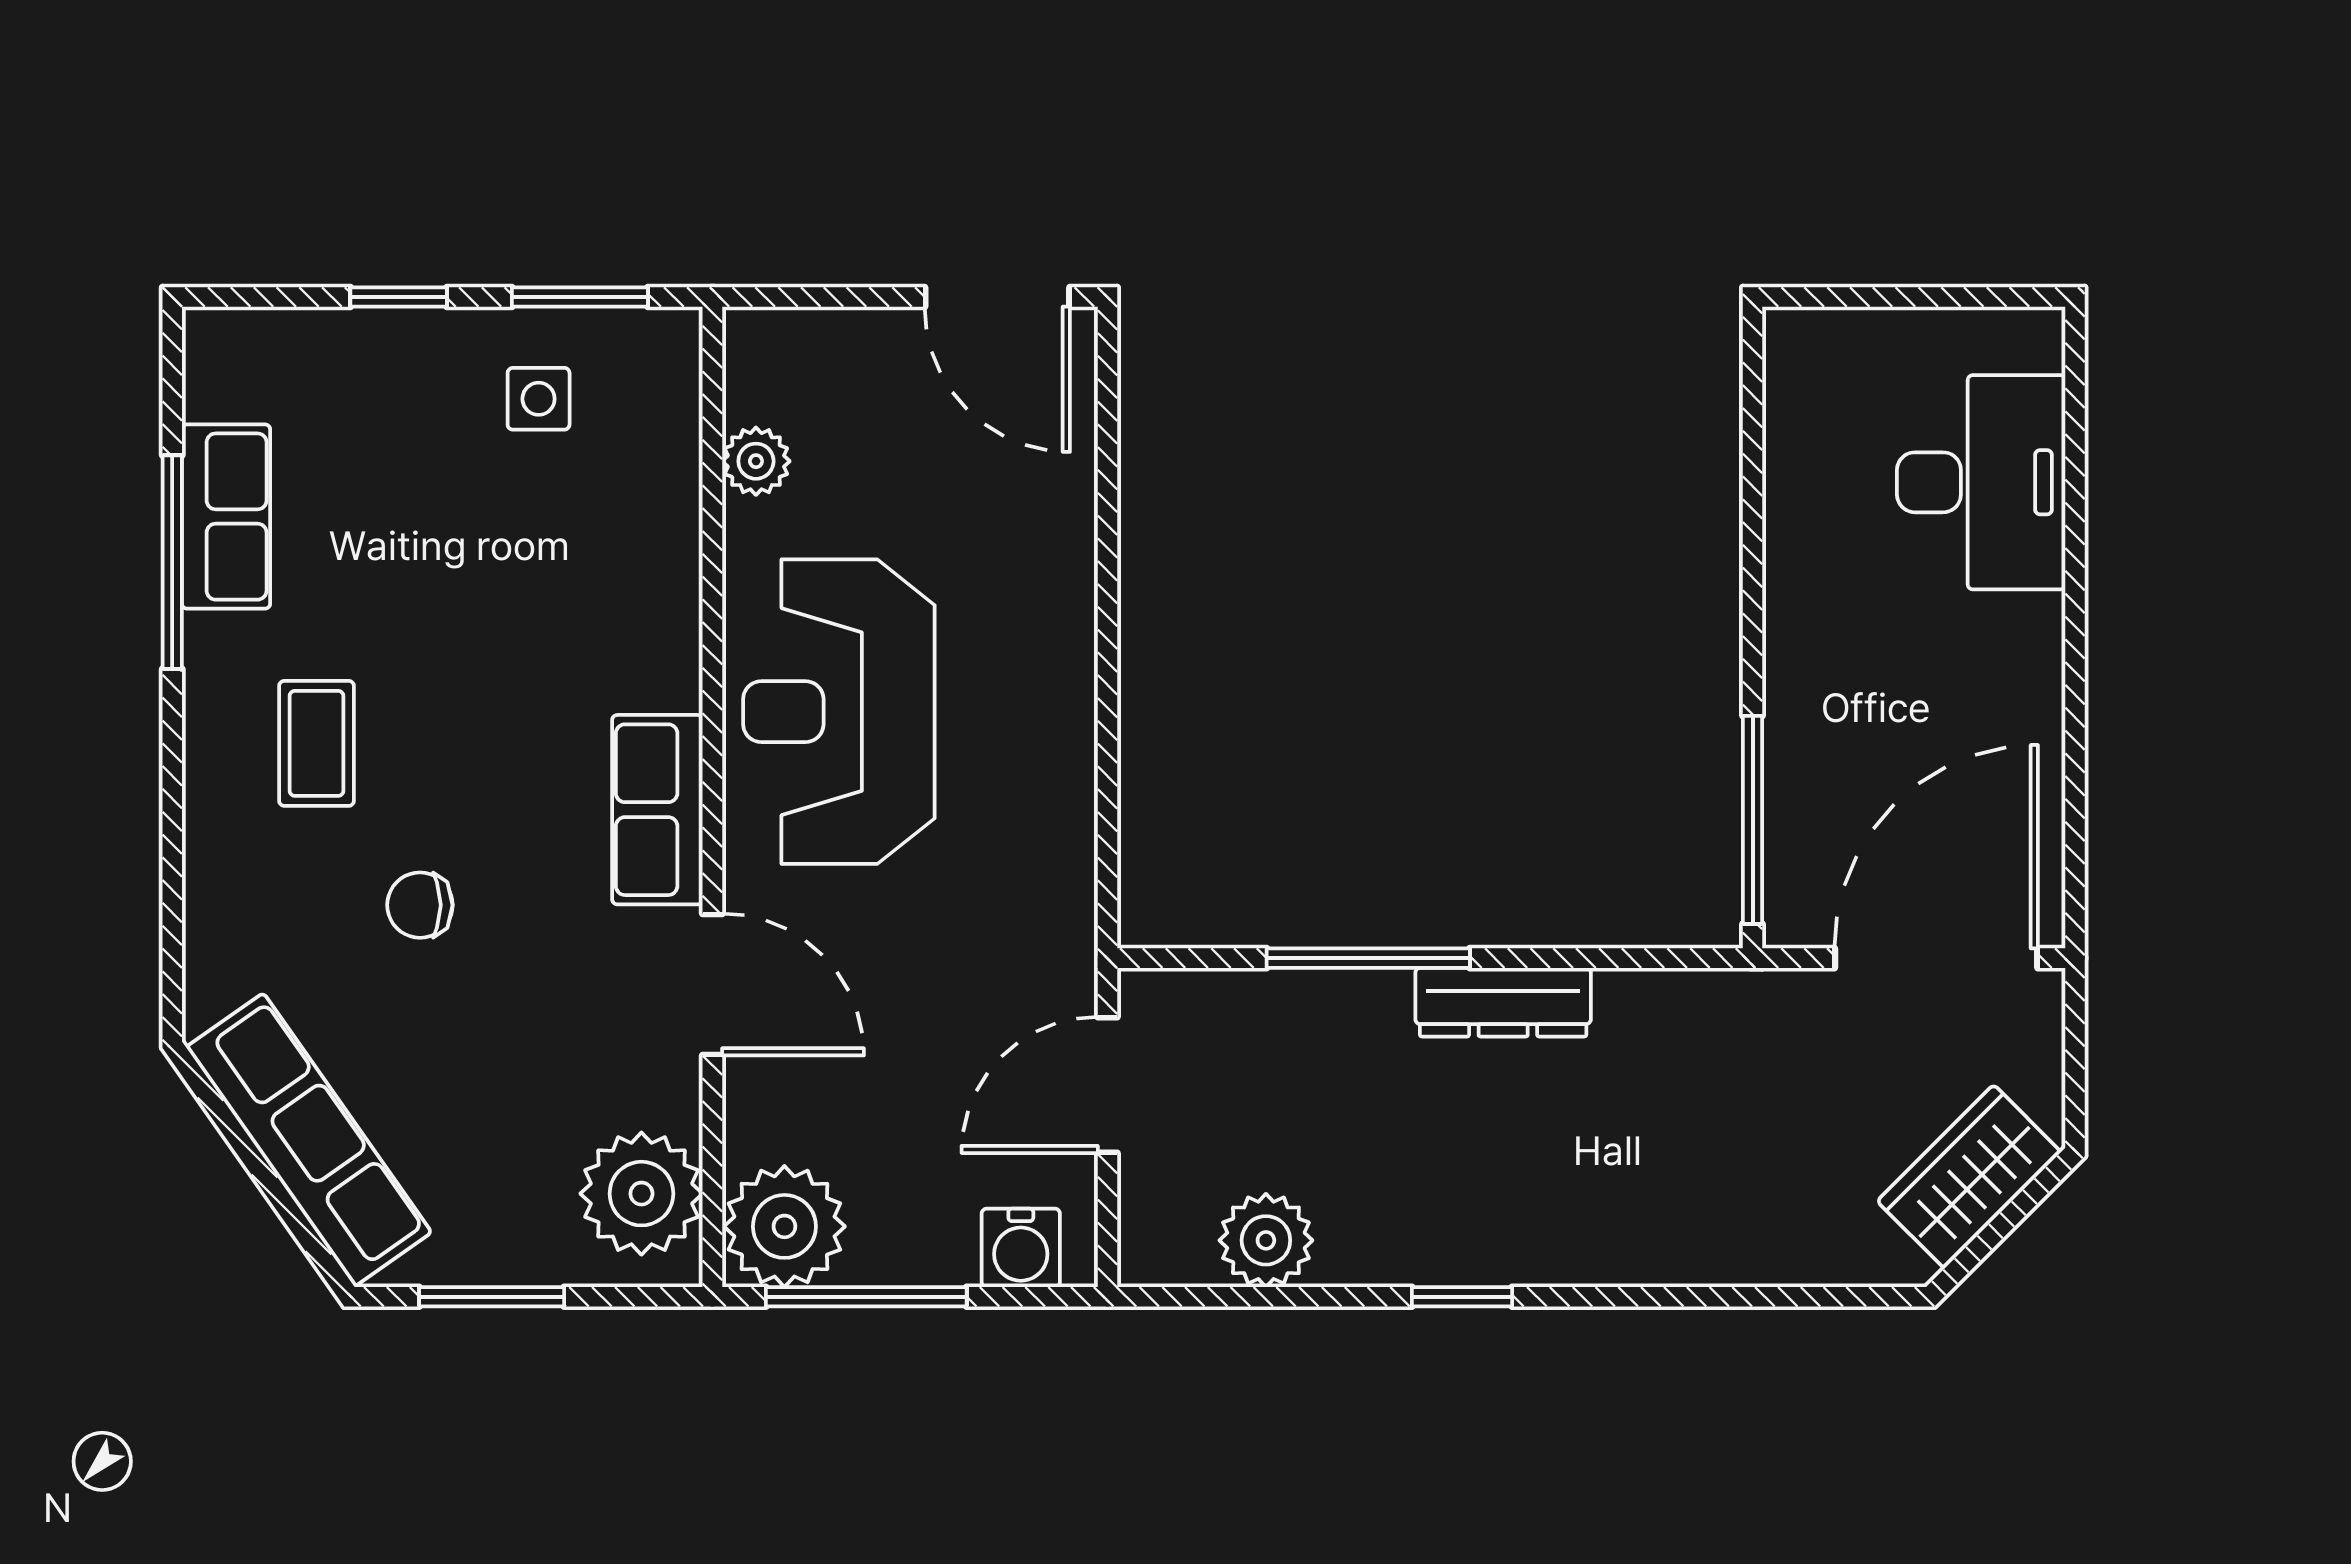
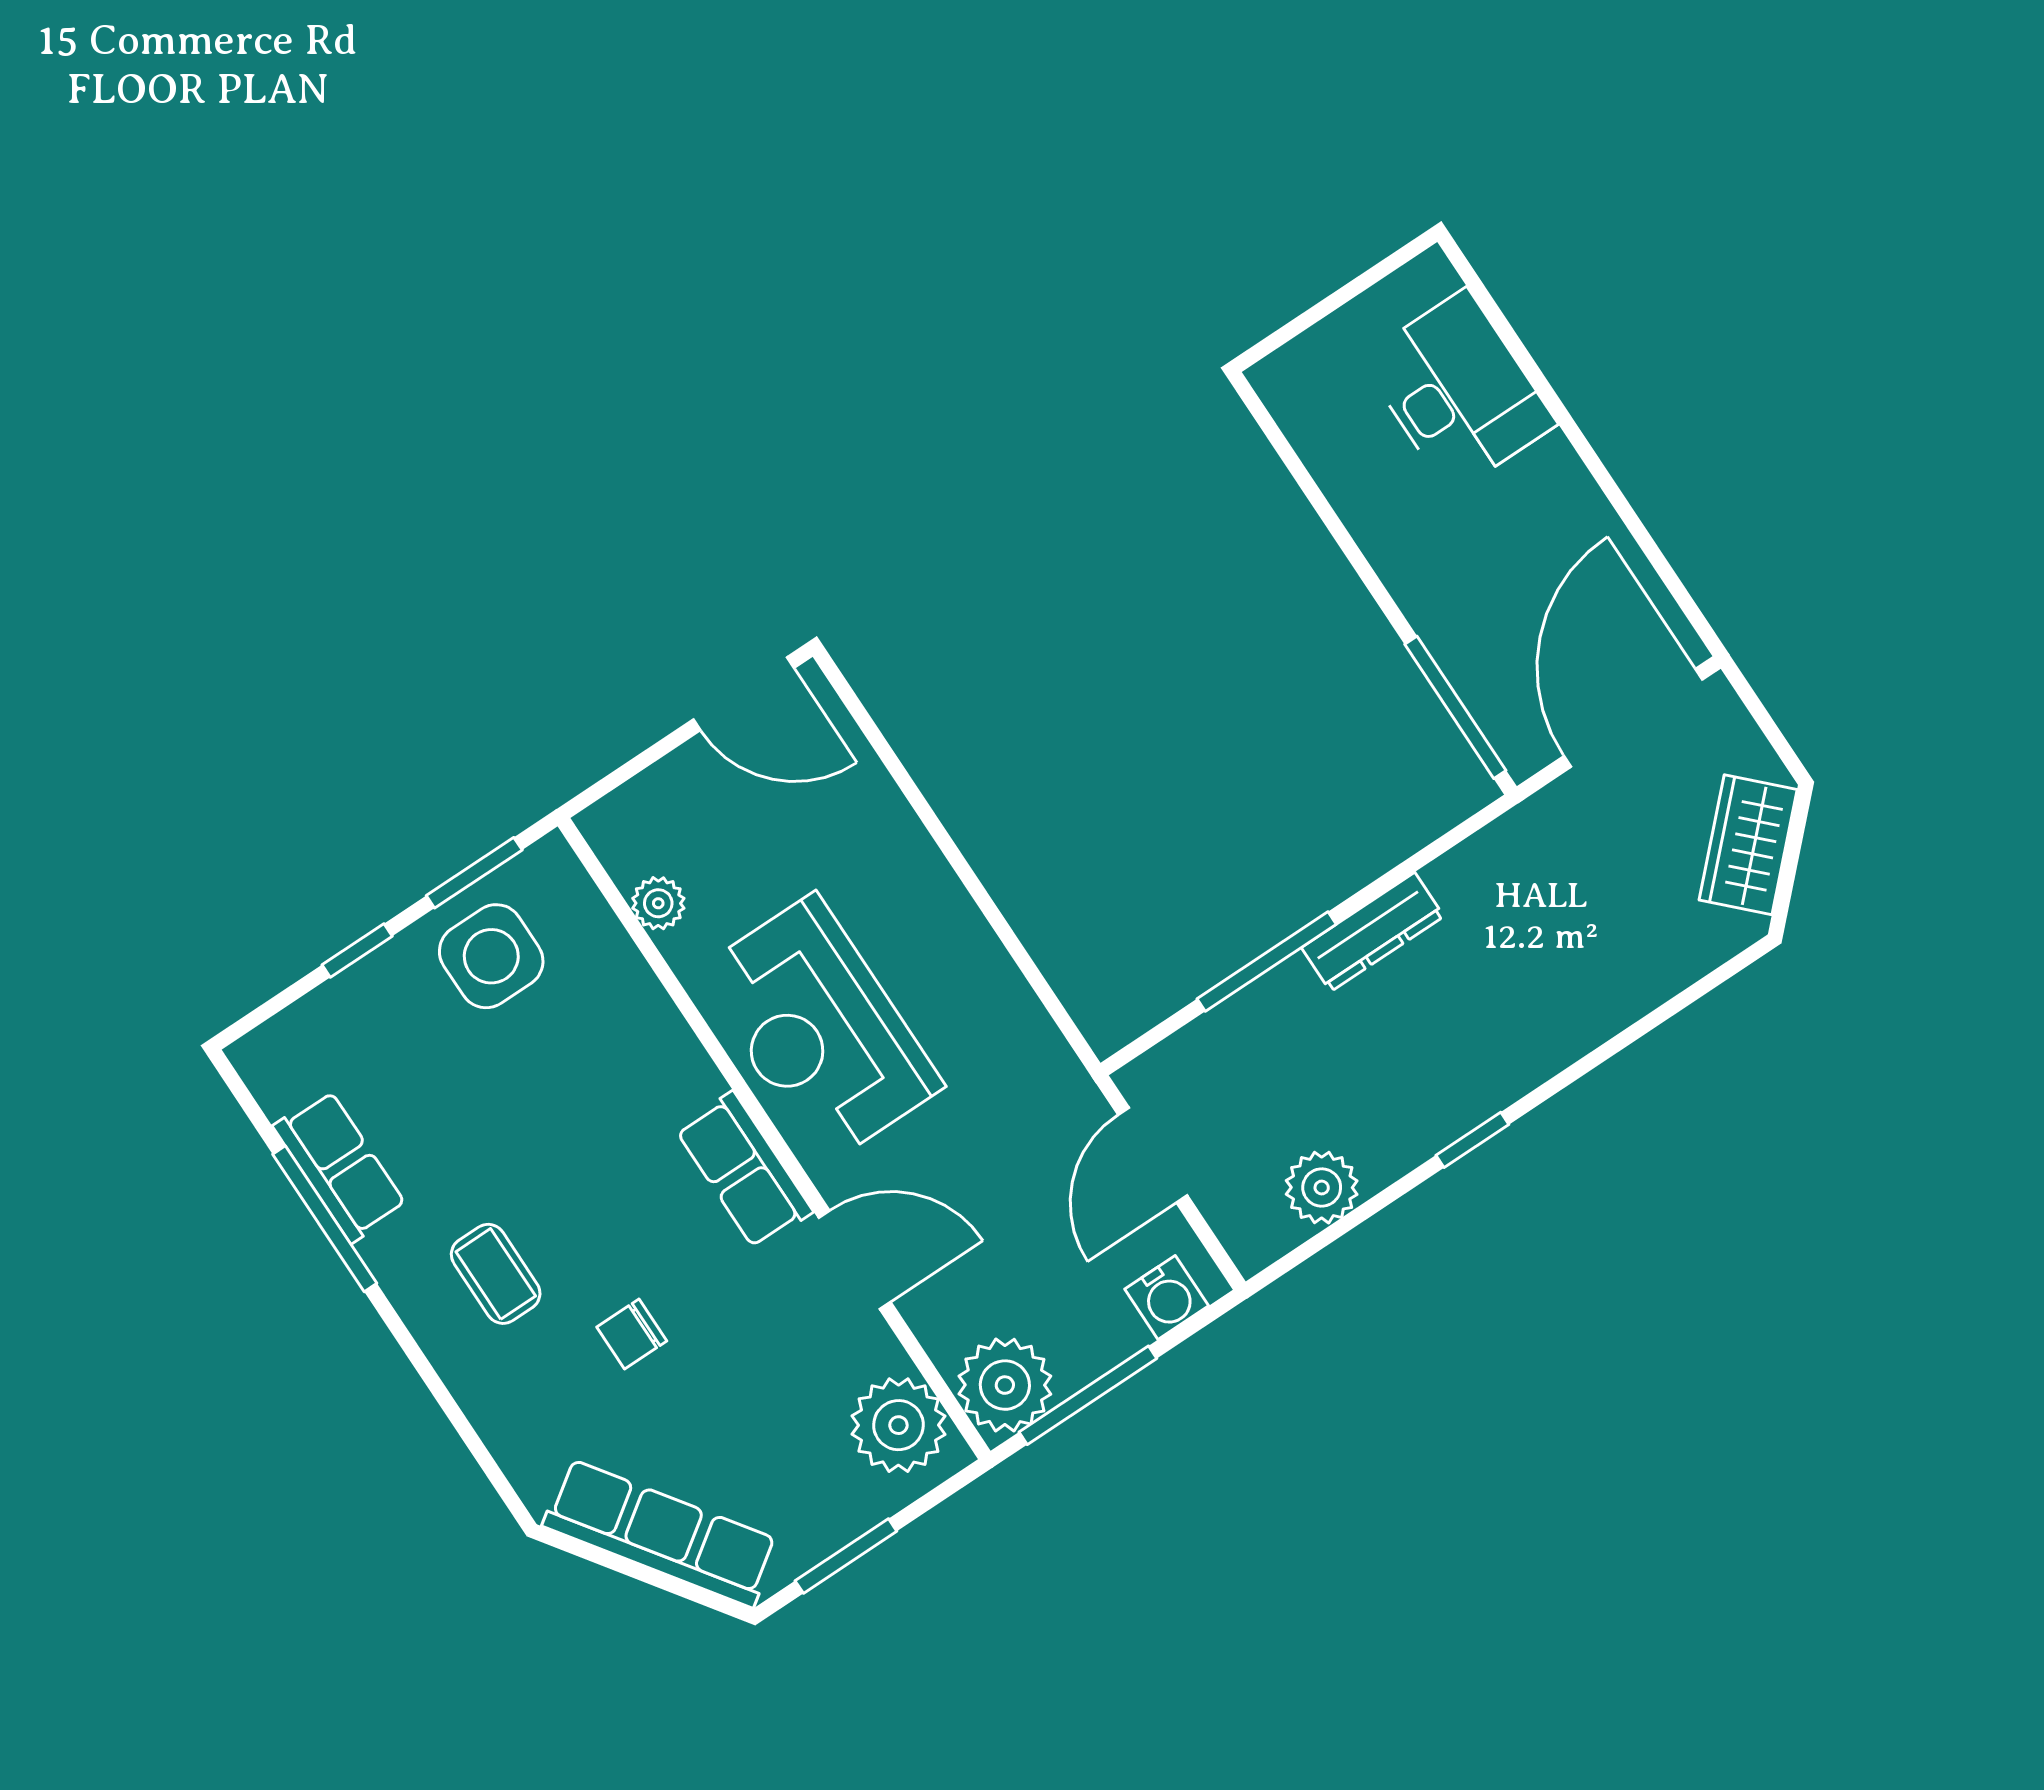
side table: (539, 399) -> (491, 956), width x1.87, depth x1.87

